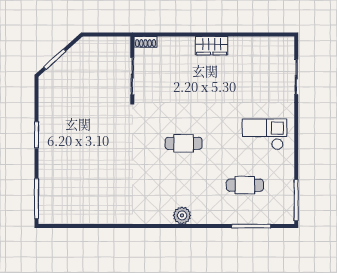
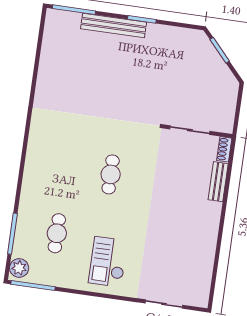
bench: (176, 43) -> (218, 182), added
wardrobe: (212, 46) -> (210, 219), removed
checkout: (265, 134) -> (108, 262), turned 180
bench: (46, 160) -> (114, 25), added
plant: (182, 215) -> (19, 268), moved

